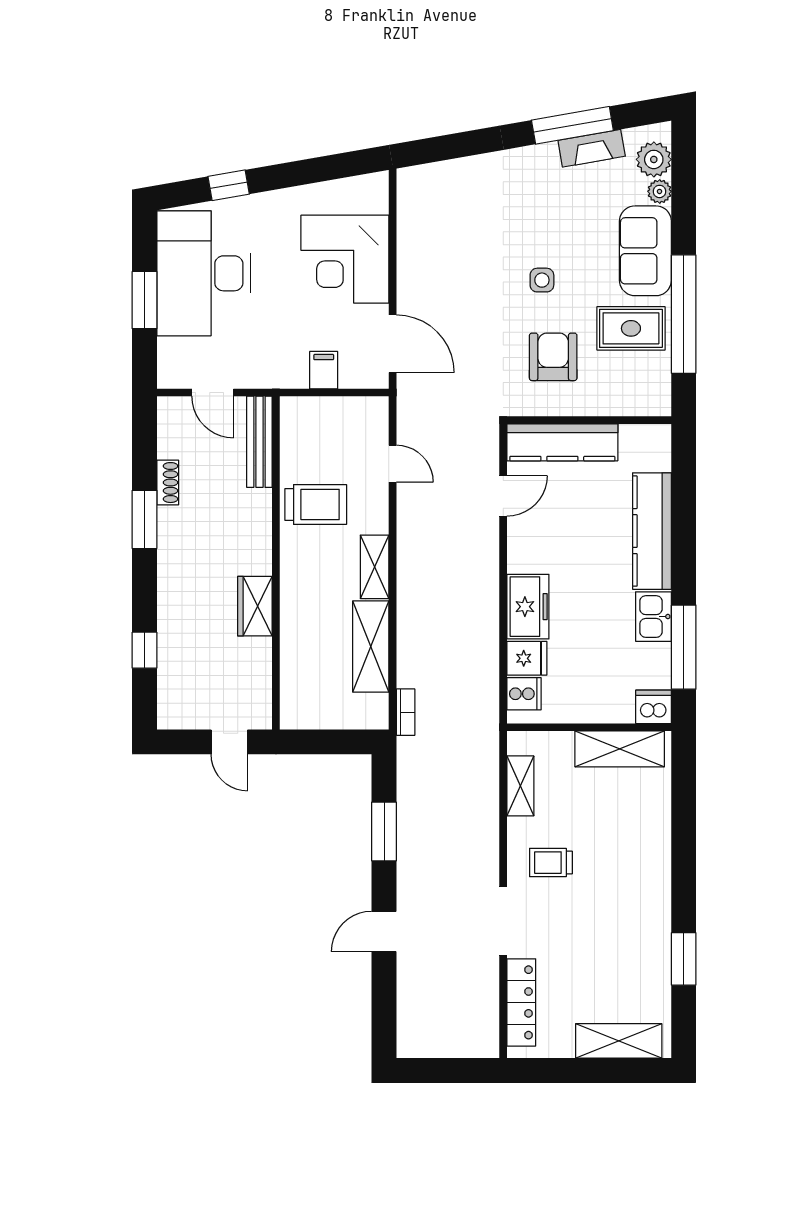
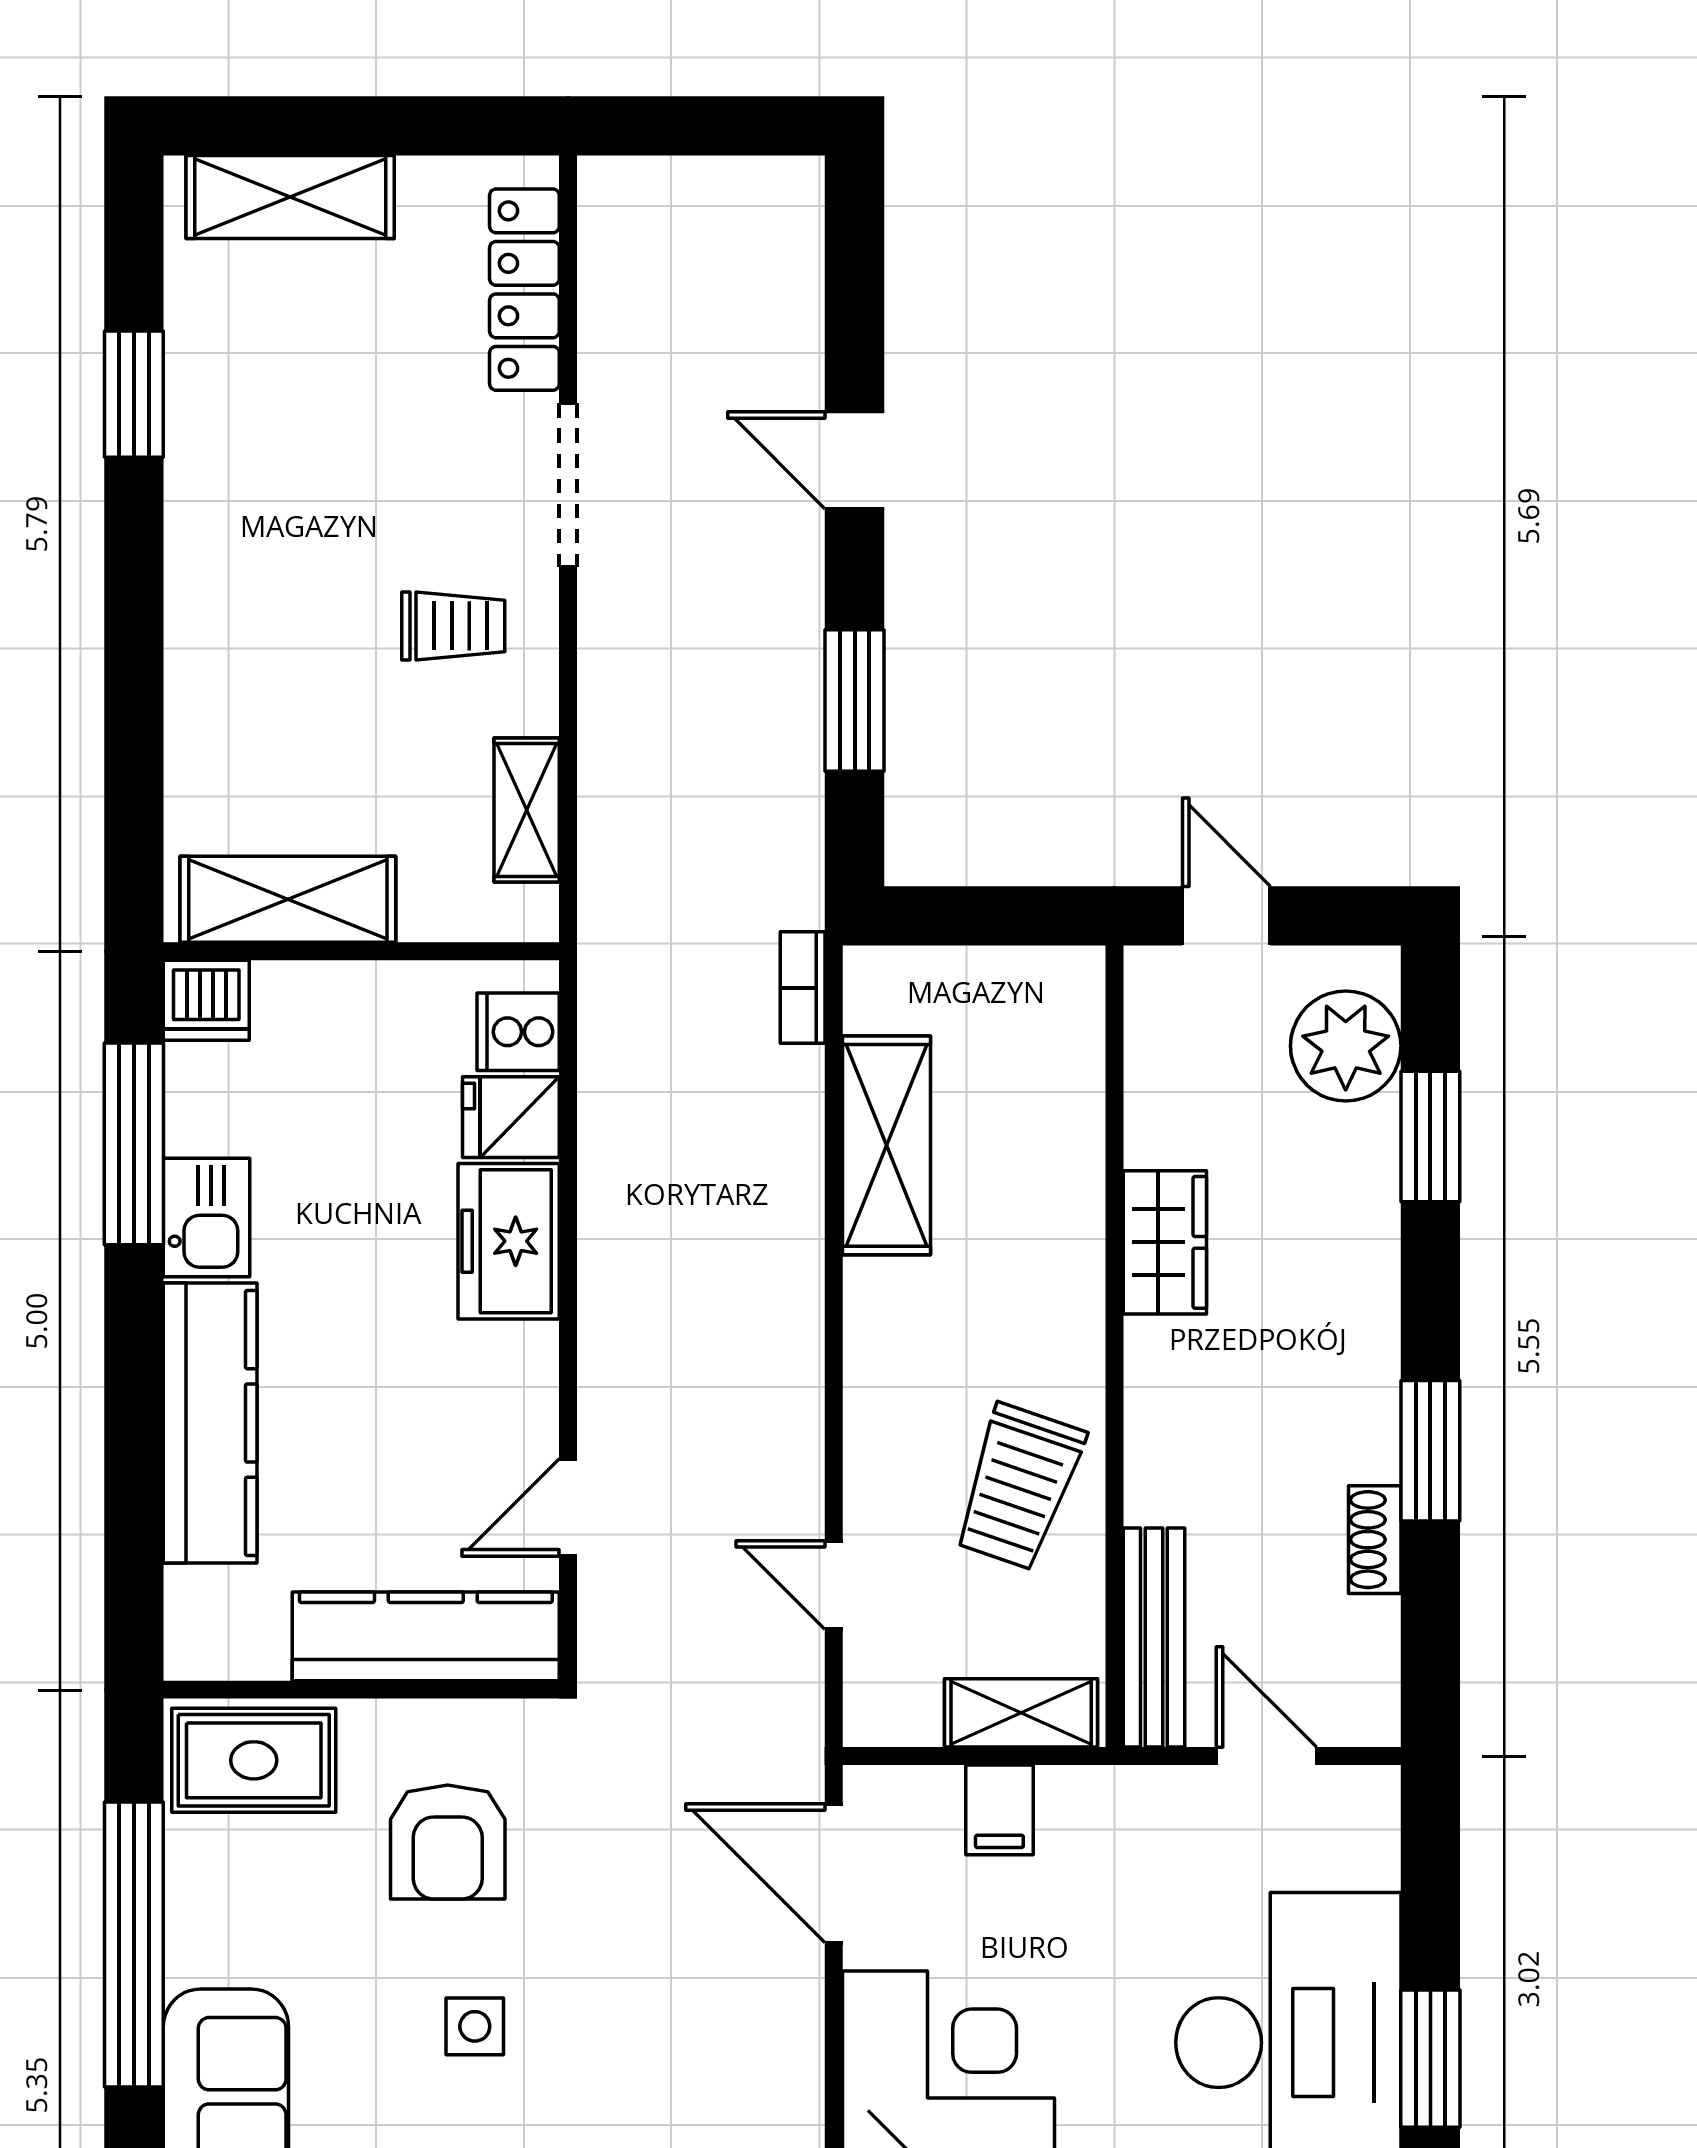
window: (145, 300) -> (1430, 2059), moved
rug: (631, 328) -> (254, 1760), moved
trolley: (316, 504) -> (1019, 1487), turned -71
shelving: (375, 567) -> (1021, 1713), moved, turned 90
window: (145, 650) -> (1430, 1136), width x1.50
plant: (180, 688) -> (1346, 1046), added
door: (384, 931) -> (855, 460), swing flipped

